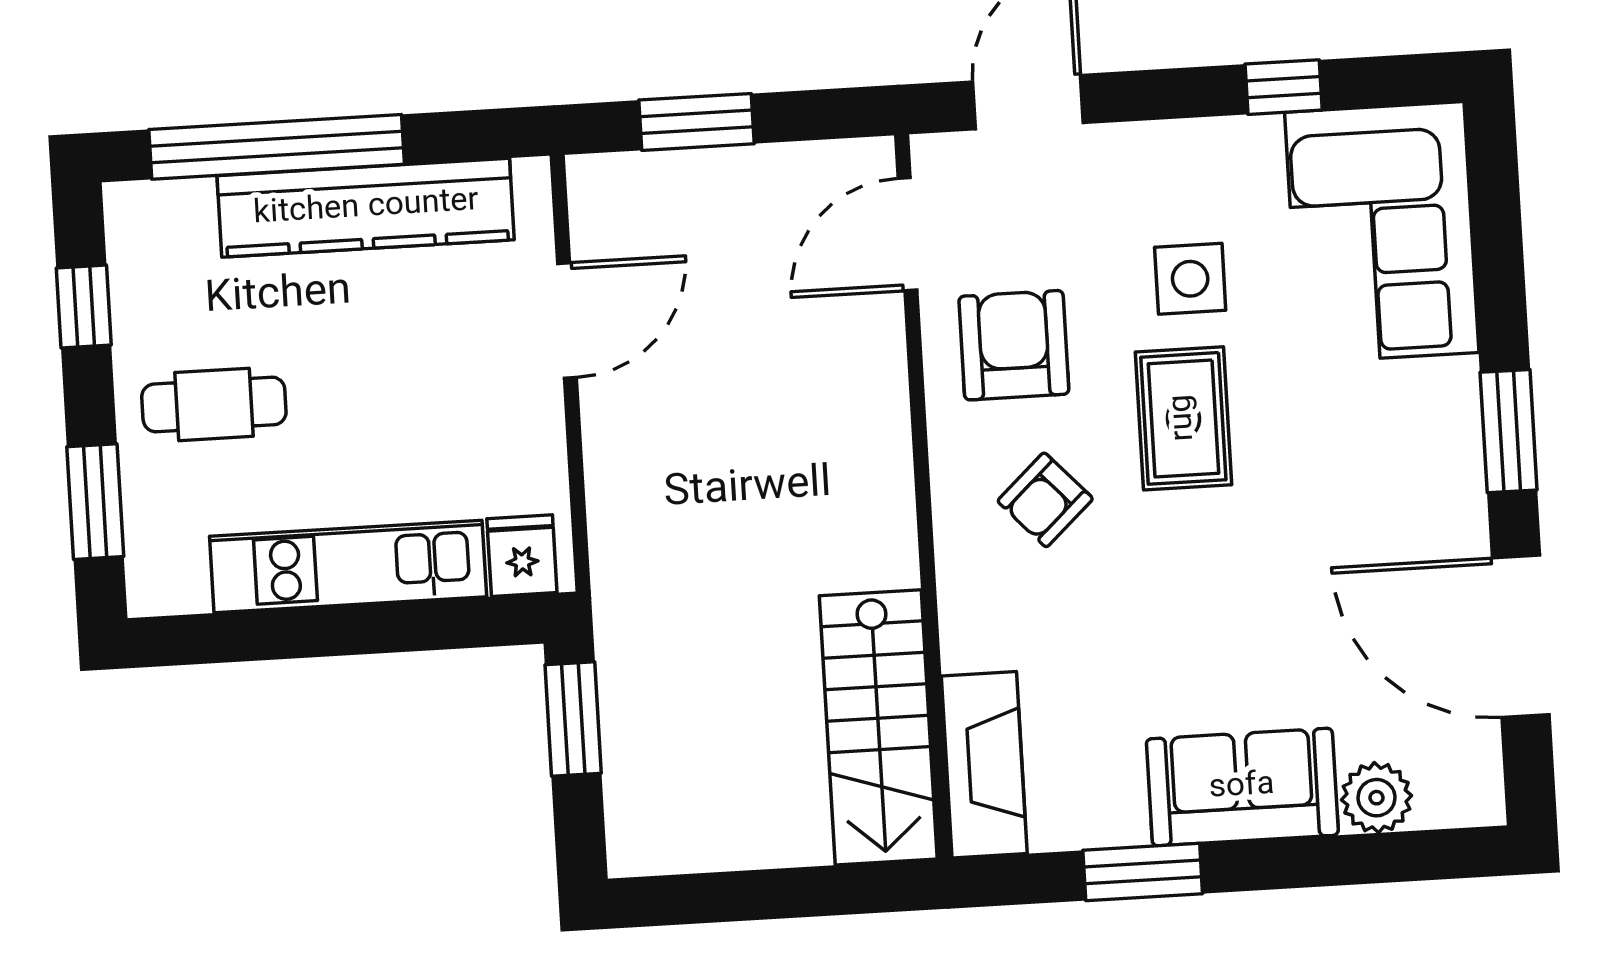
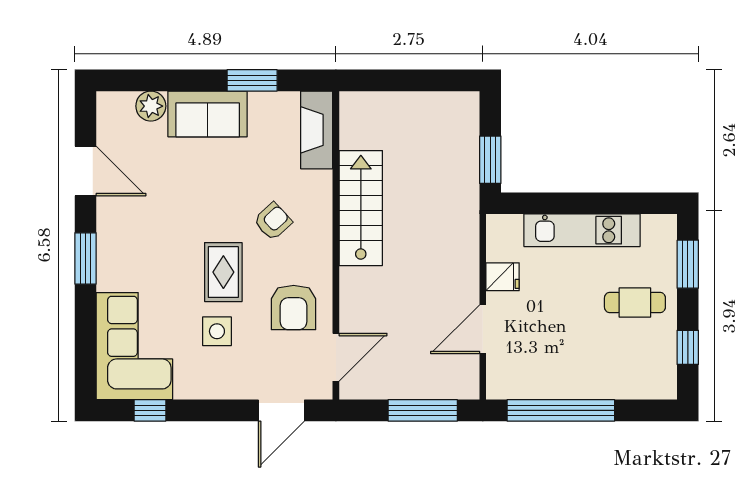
window: (1284, 87) -> (150, 410), moved
window: (697, 122) -> (423, 410), width x1.44
window: (277, 147) -> (561, 410), moved
kitchen counter: (366, 208) -> (566, 382), removed
armchair: (1045, 500) -> (273, 221), moved
fridge: (522, 556) -> (503, 277), moved, turned -90
door: (1521, 636) -> (85, 171), width x0.73
stairs: (878, 727) -> (361, 208), moved

